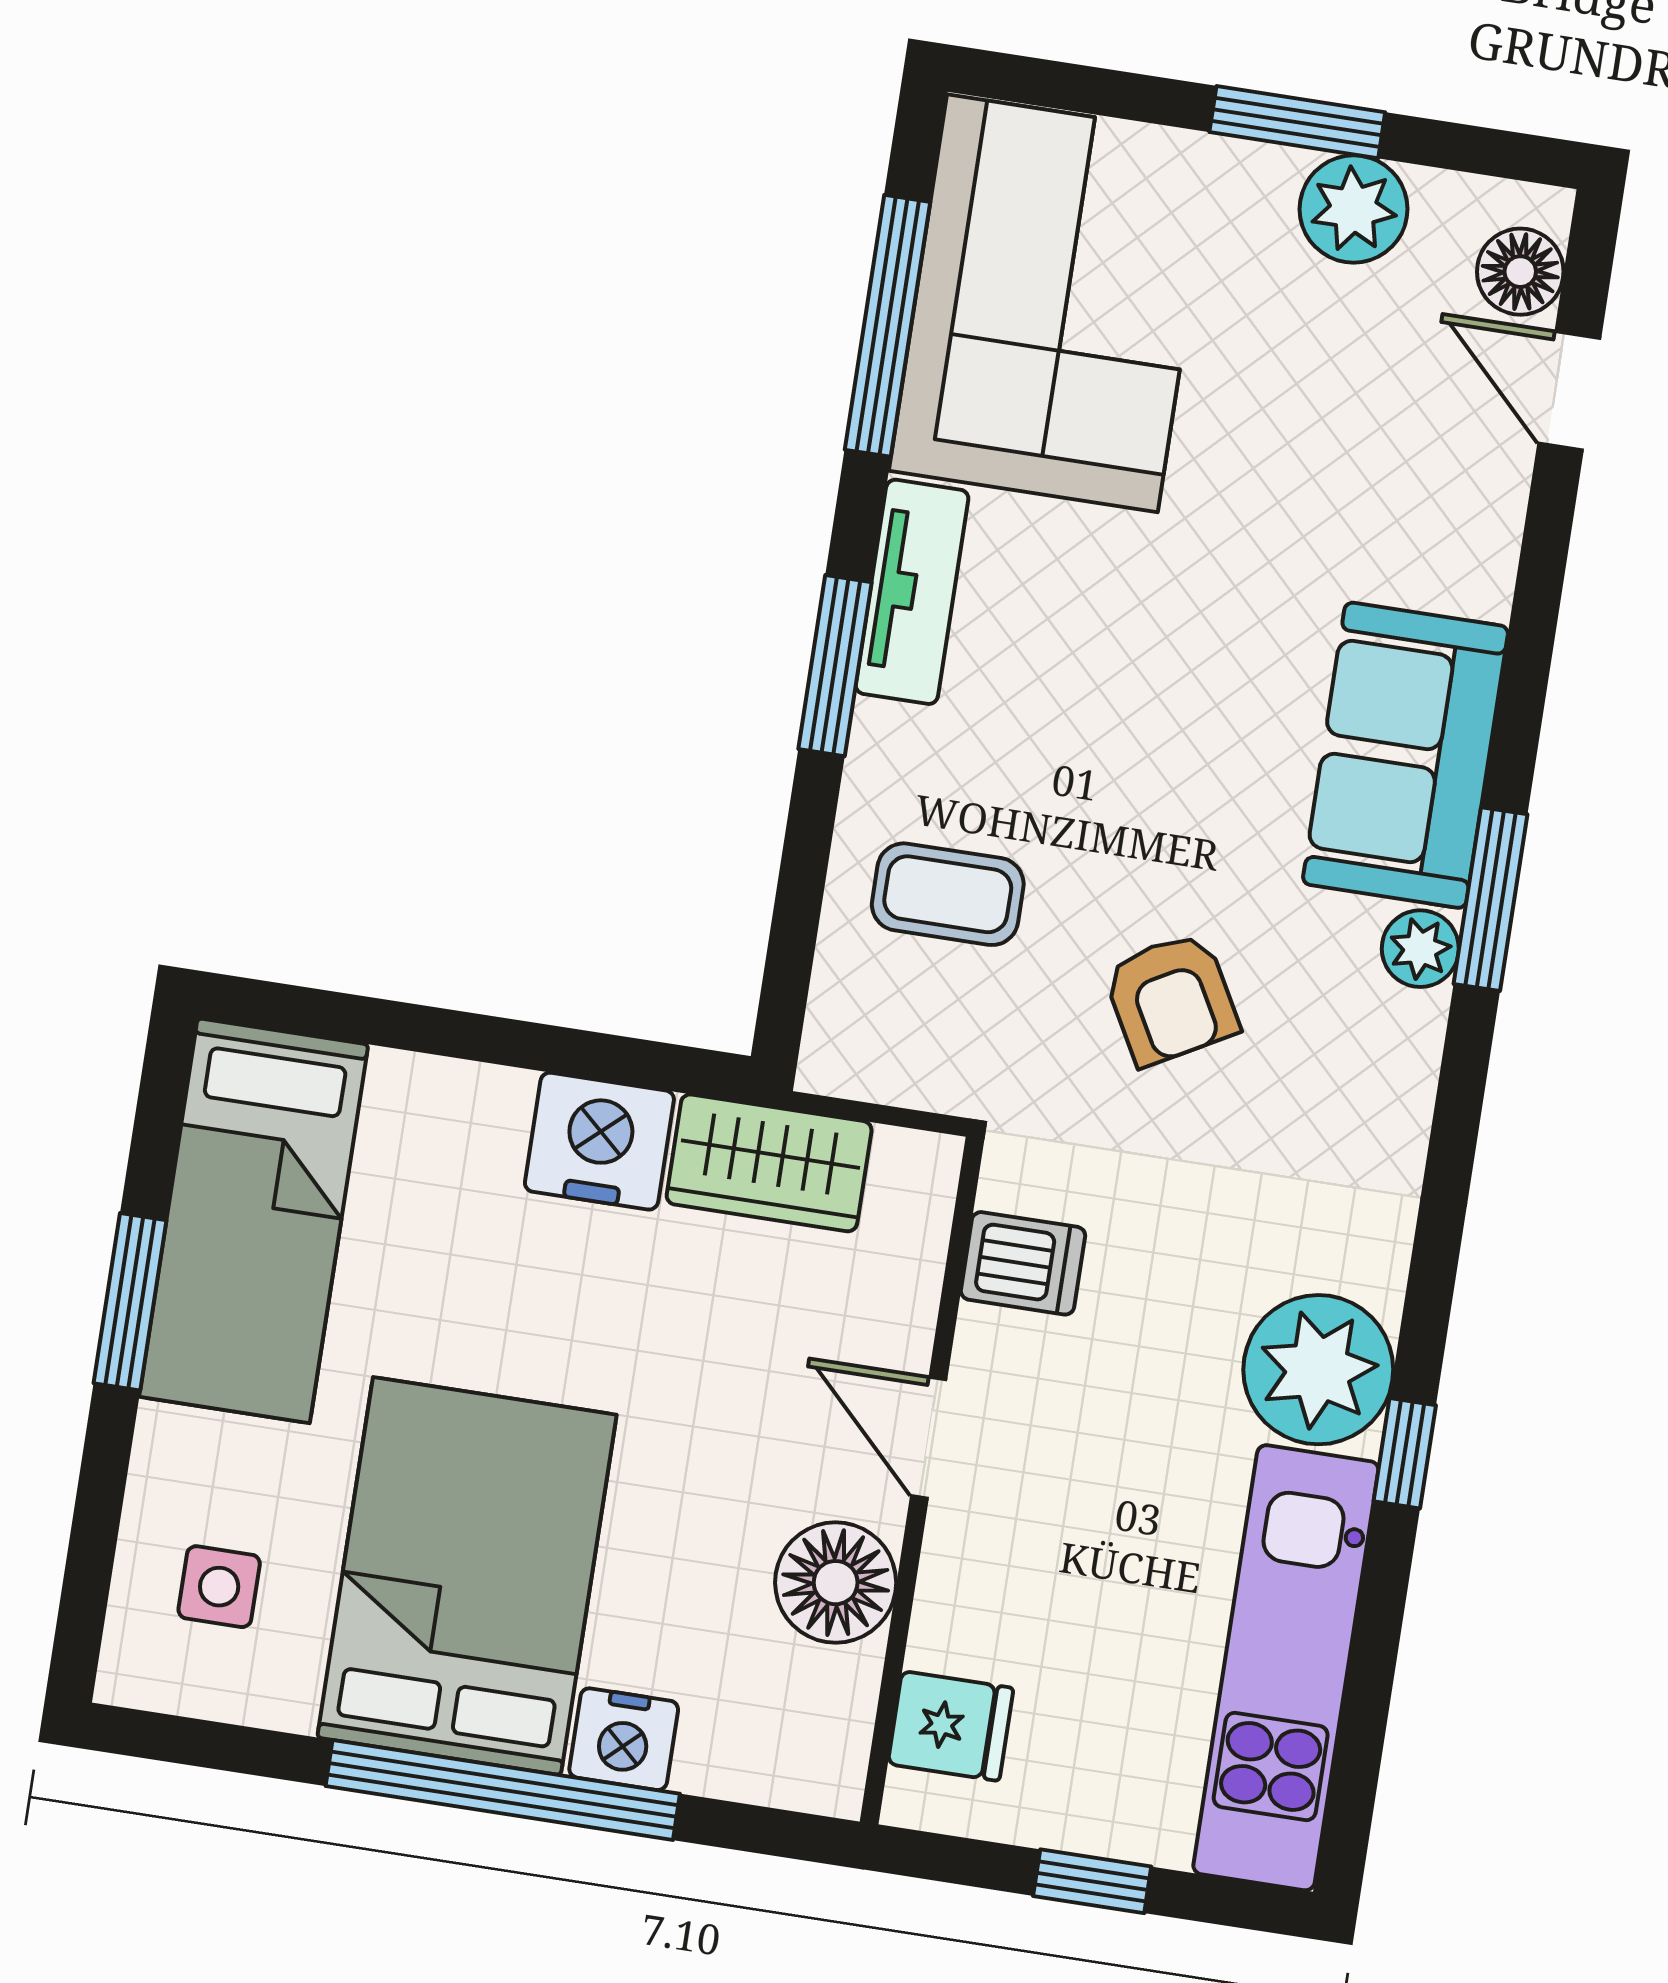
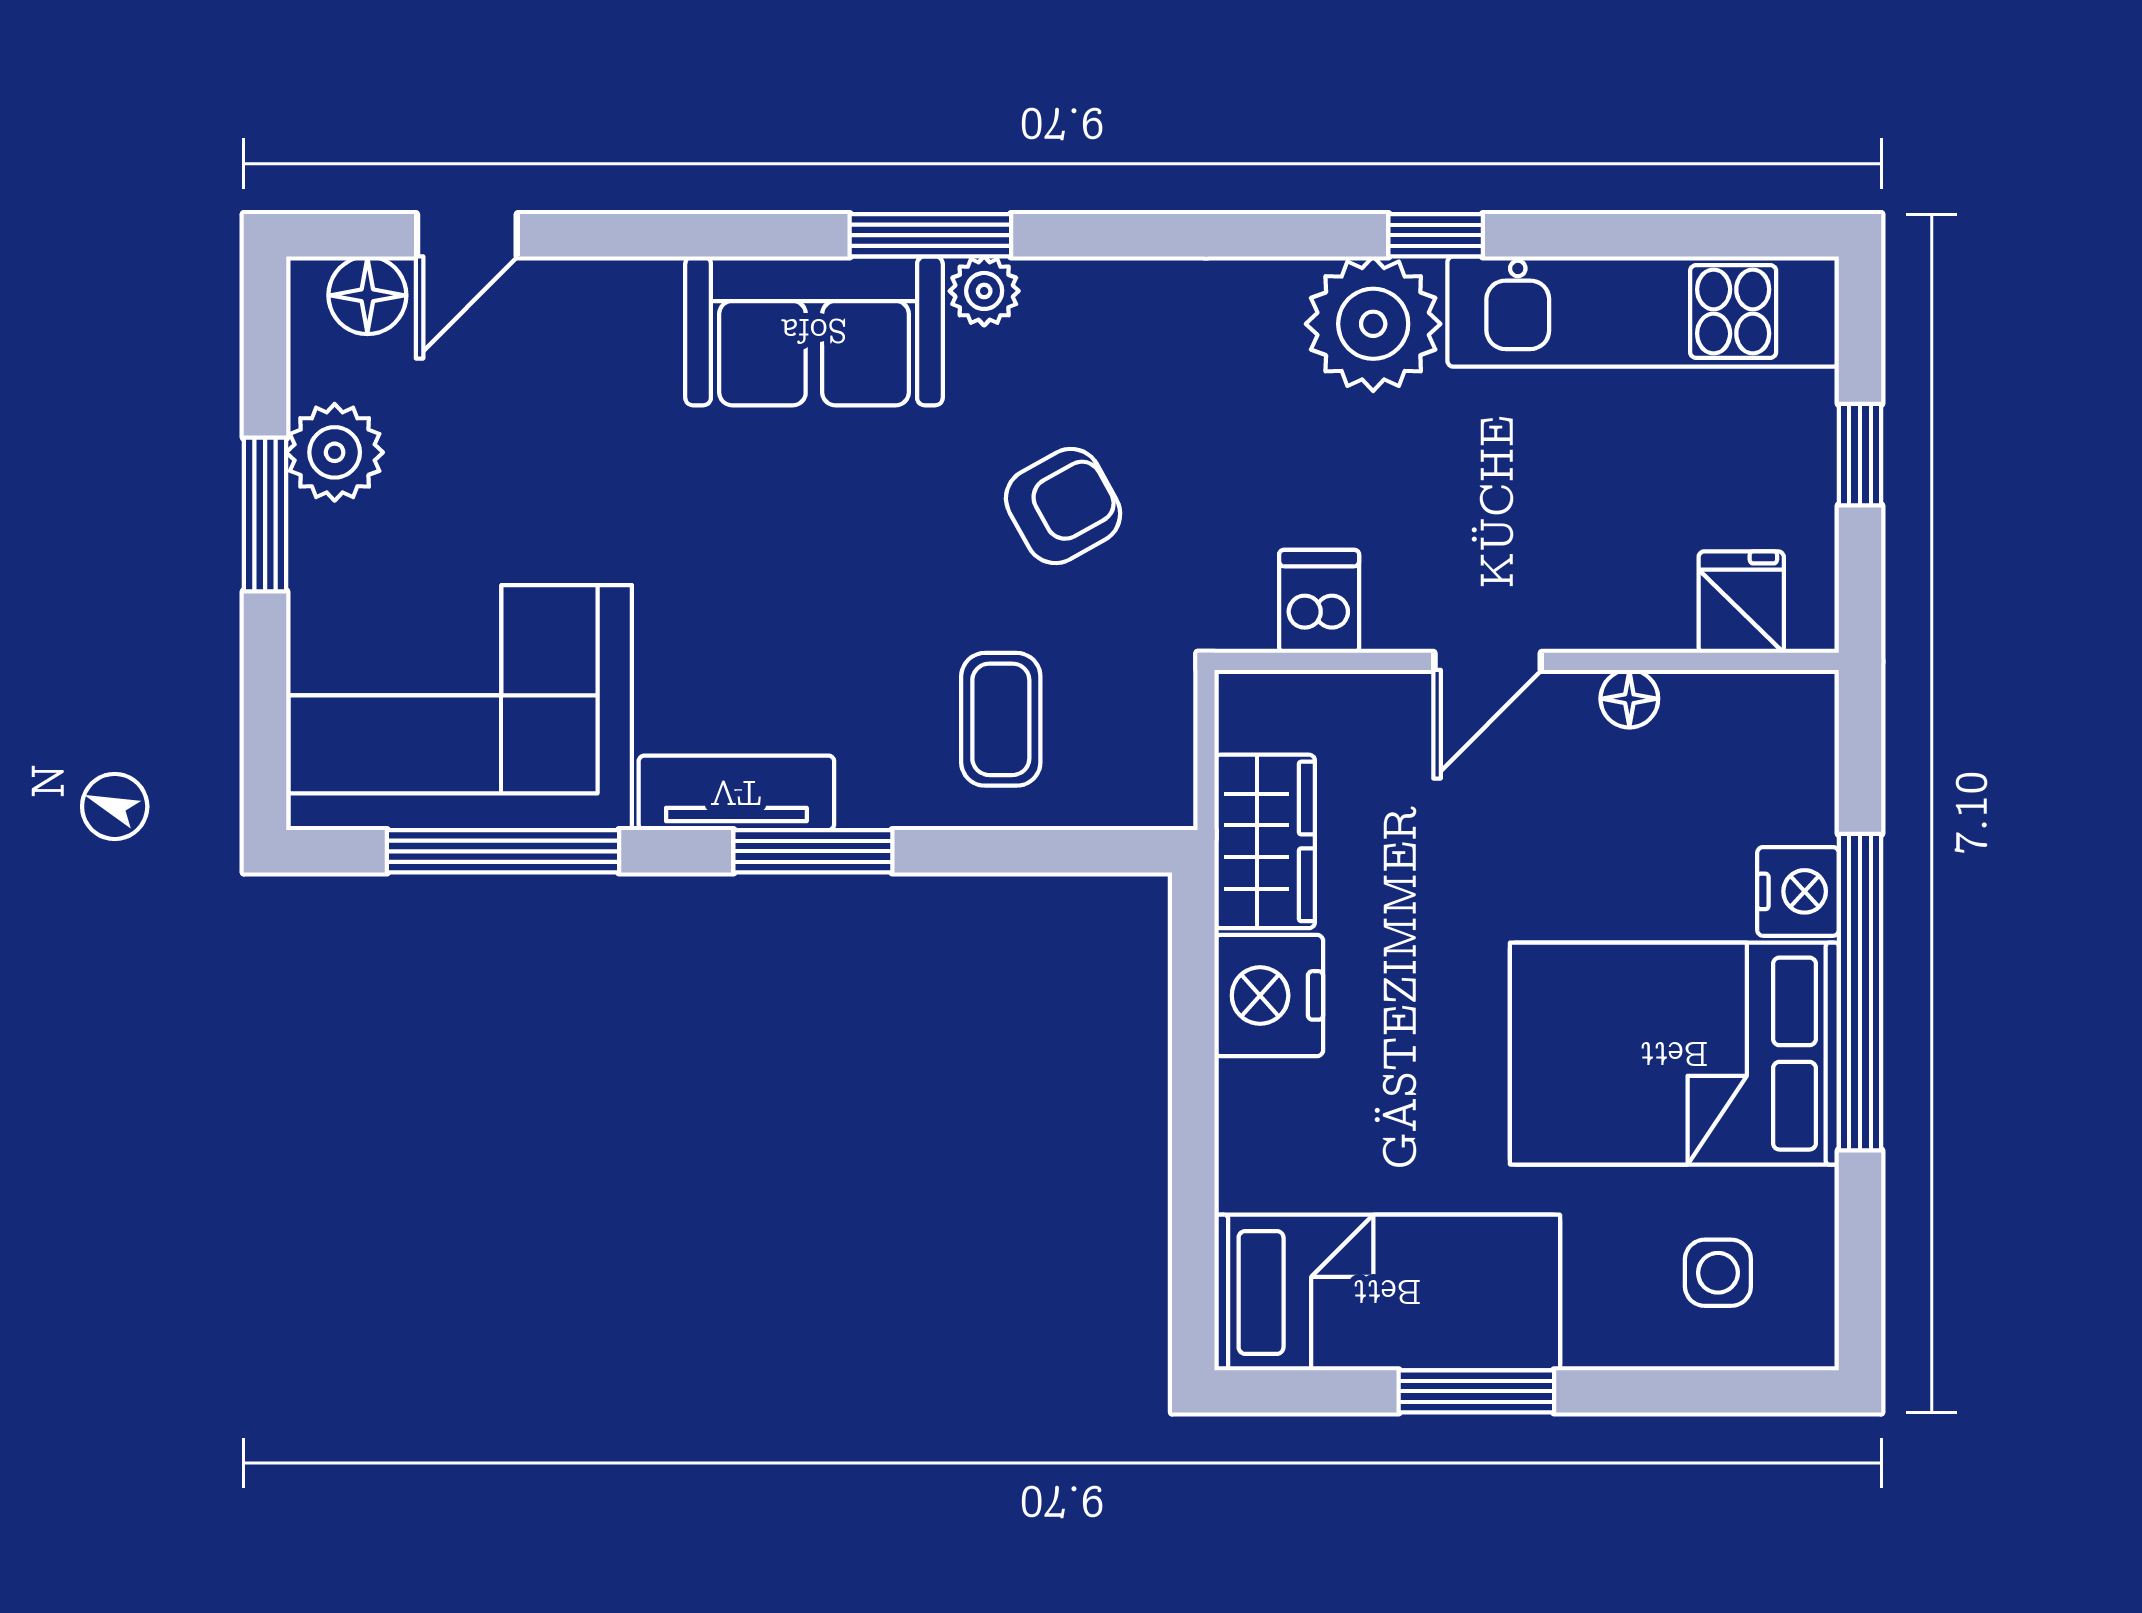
floor lamp: (836, 1583) -> (1629, 699), width x0.53, depth x0.53

